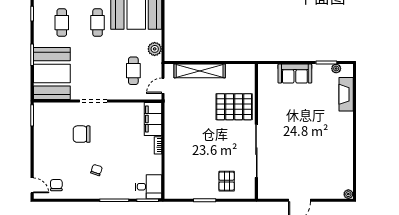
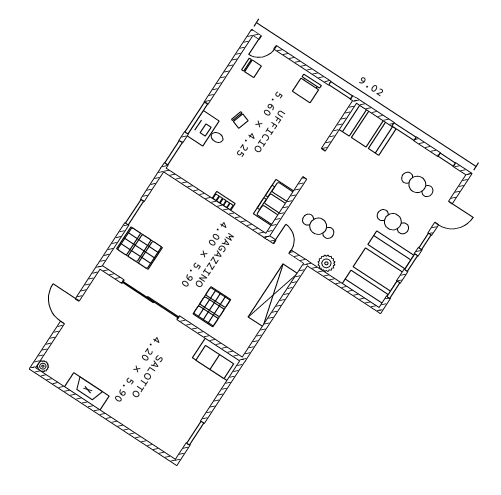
plant: (336, 69) -> (182, 439), removed
booth: (52, 73) -> (367, 129), width x0.73, depth x0.70
sofa: (295, 74) -> (216, 359), moved, turned -90
fireplace: (346, 94) -> (87, 392), moved
pallet: (234, 107) -> (212, 307), width x0.73, depth x0.71
filing cabinet: (153, 119) -> (274, 203), moved, turned -90
chair: (82, 134) -> (307, 88), moved, turned 180
pallet: (227, 181) -> (140, 248), width x1.50, depth x1.42
desk: (148, 187) -> (209, 132), moved, turned 90

